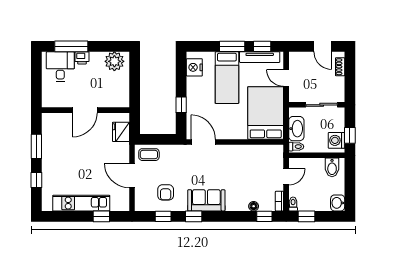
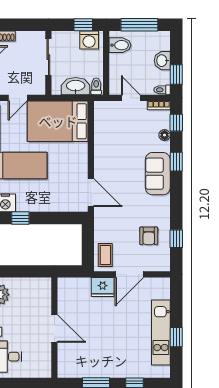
window: (181, 105) -> (20, 218), moved
fridge: (121, 132) -> (103, 287), moved
door: (203, 142) -> (91, 193), swing flipped
window: (350, 184) -> (139, 25), added
armchair: (166, 192) -> (149, 236), turned 90
sofa: (206, 200) -> (158, 174), moved
washbasin: (338, 203) -> (162, 61), moved, turned 90
window: (101, 216) -> (176, 337), moved
window: (194, 216) -> (176, 162), moved

